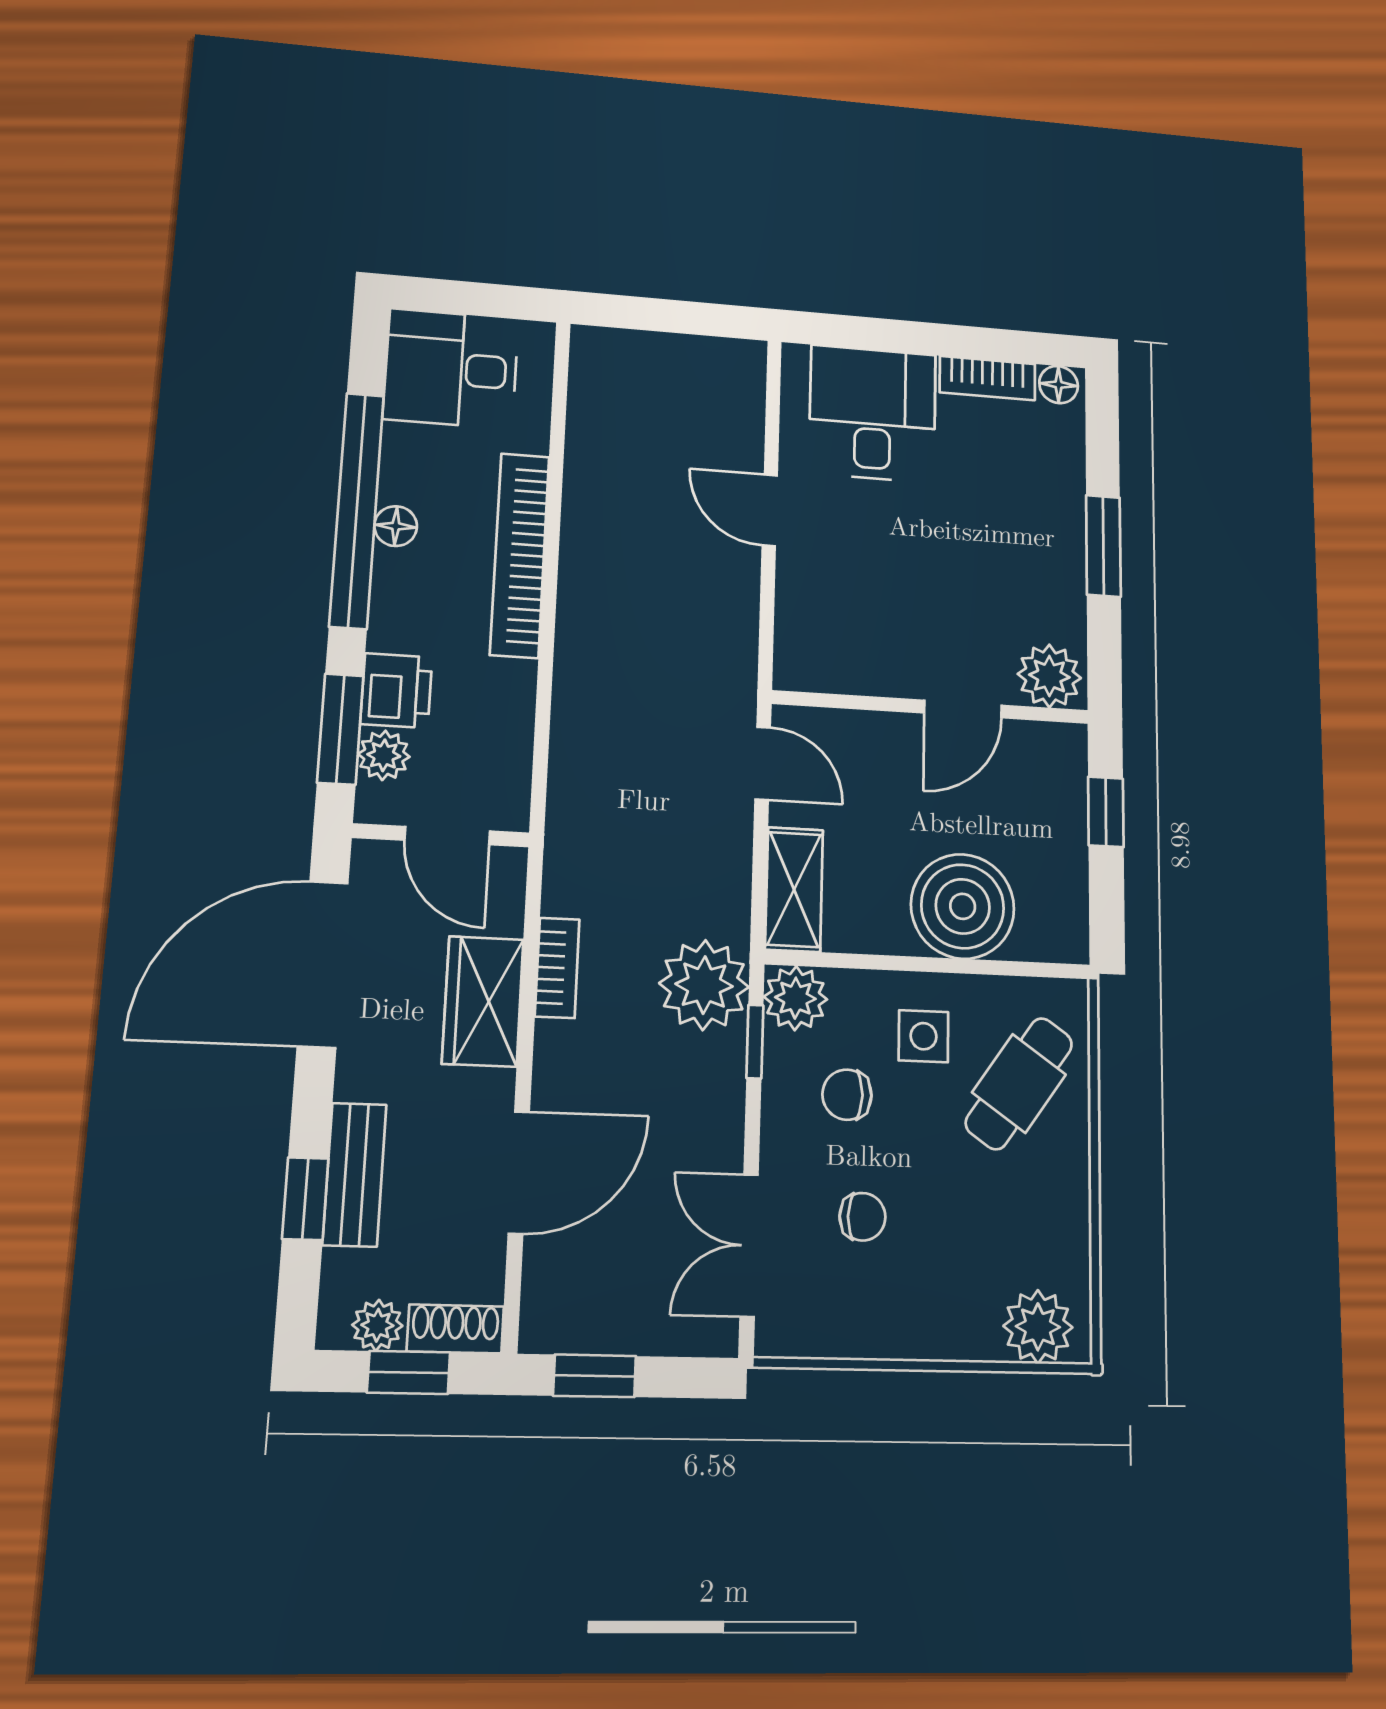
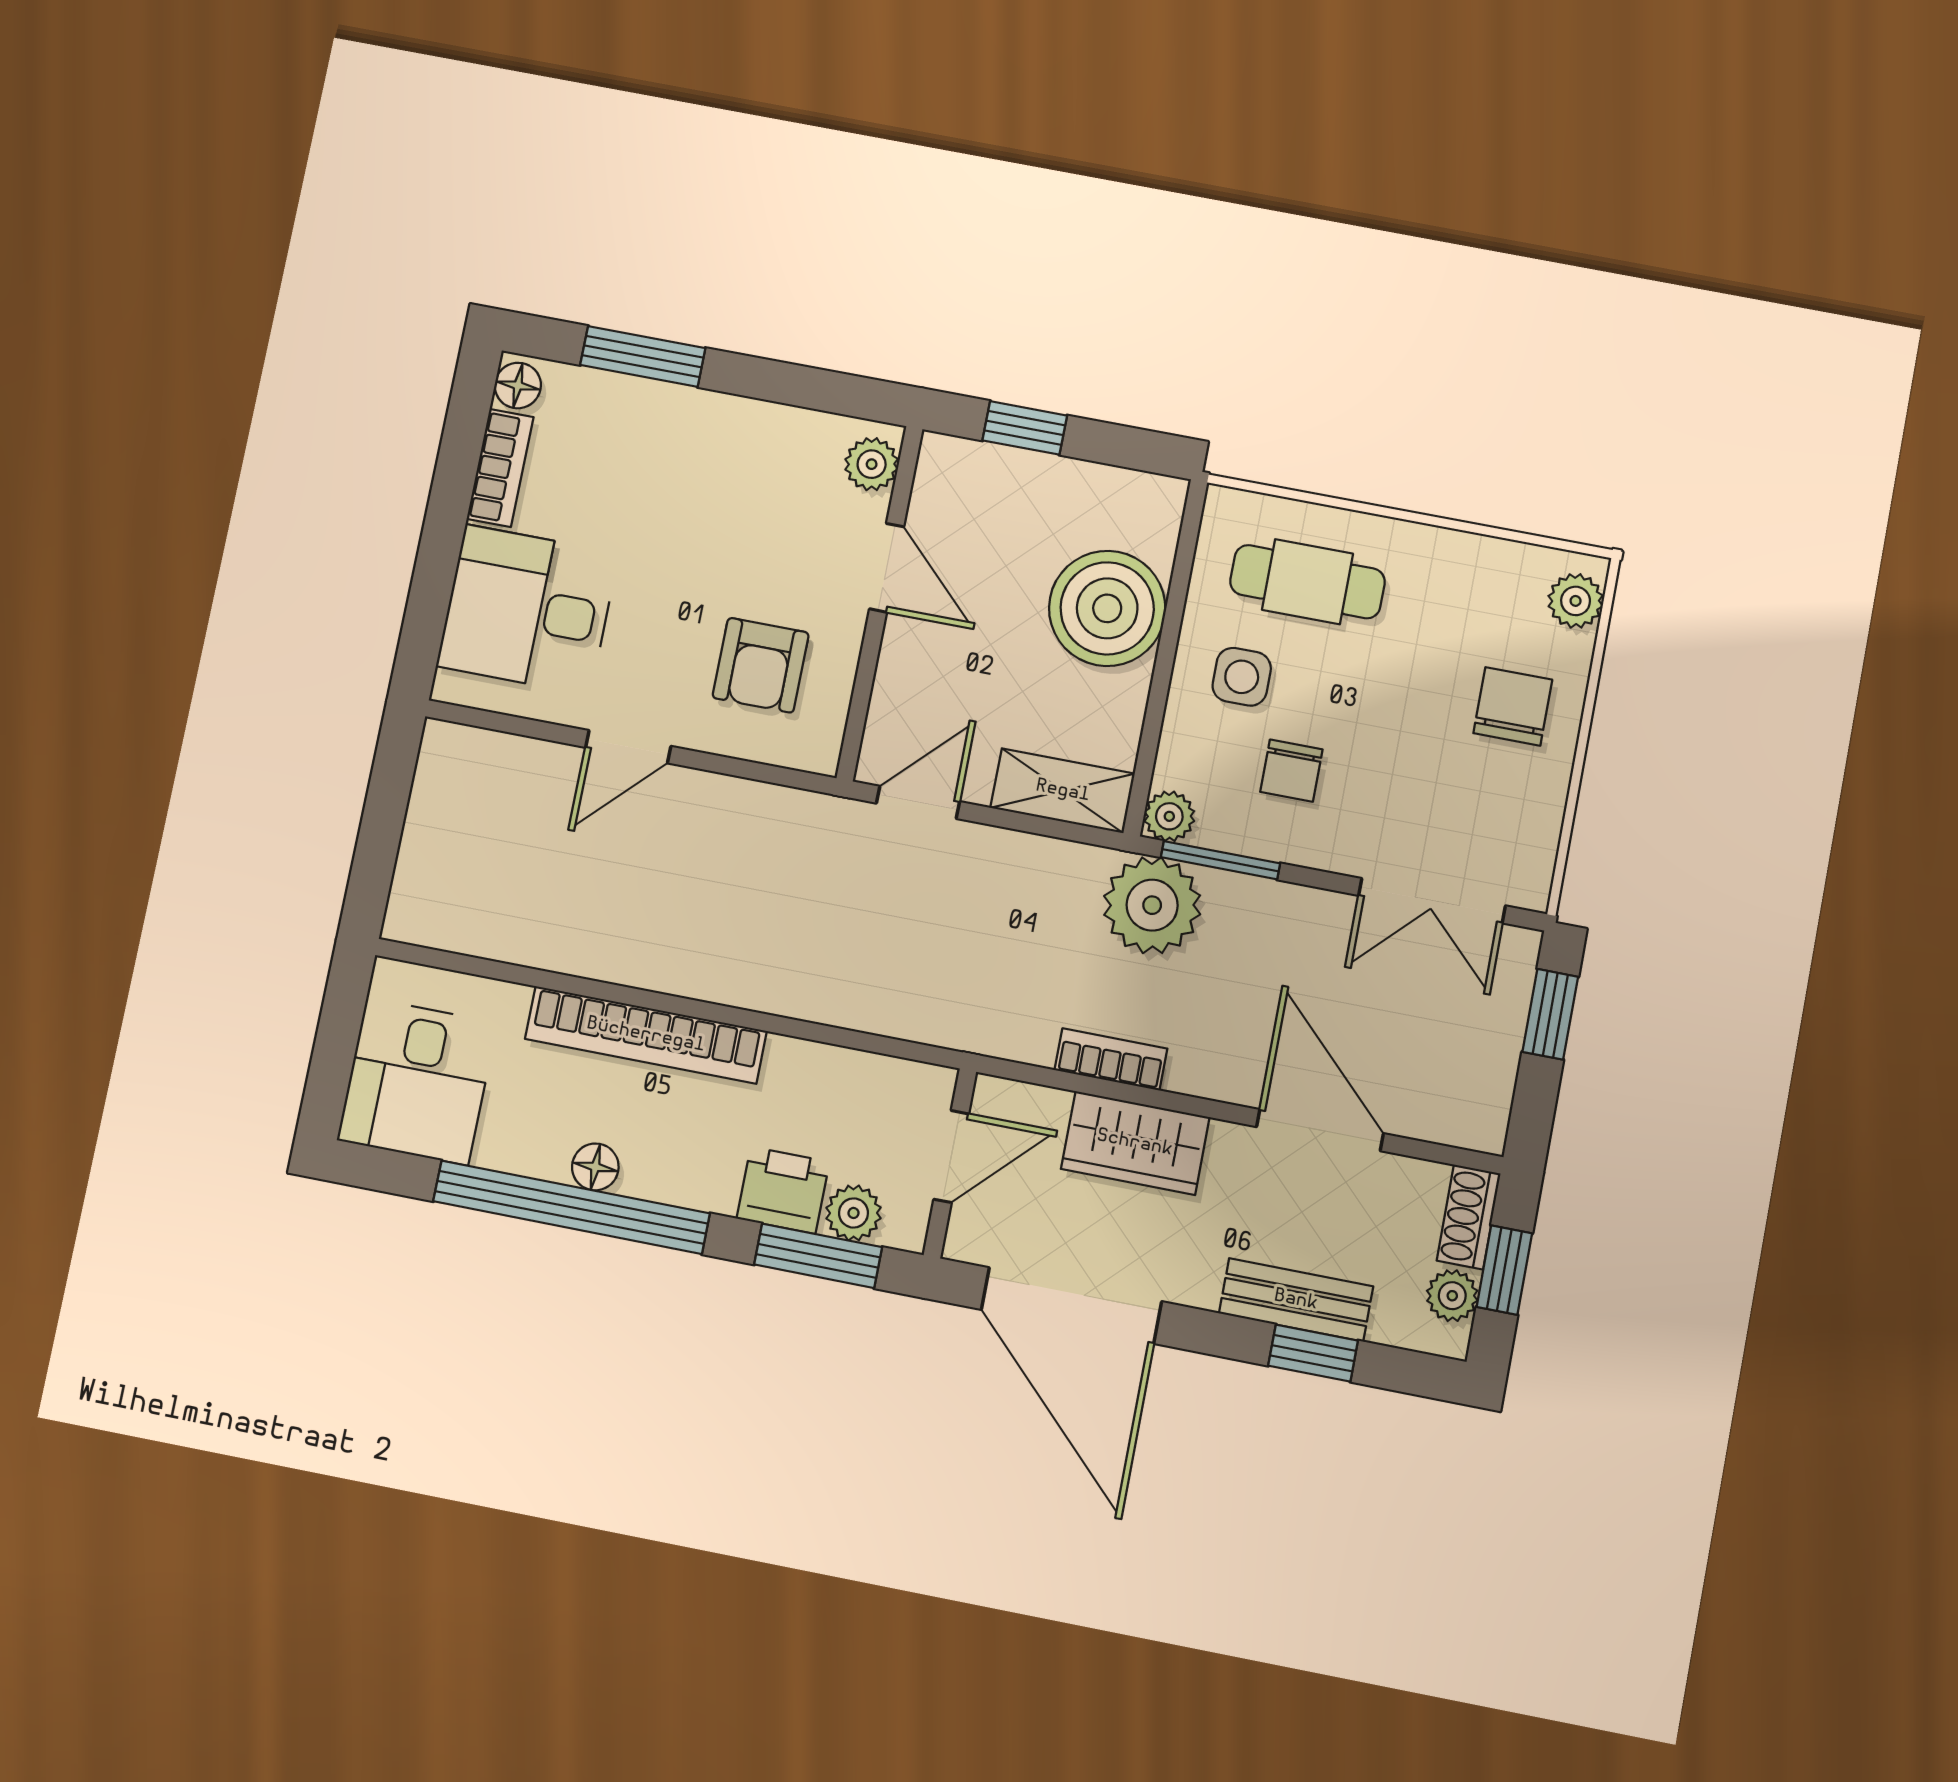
window: (1103, 546) -> (643, 356), moved
armchair: (859, 613) -> (761, 665), added
plant: (1049, 676) -> (872, 464), width x0.73, depth x0.73
plant: (795, 998) -> (1169, 816), width x0.73, depth x0.73
window: (755, 1042) -> (1220, 860), width x1.50
cafe table: (1019, 1083) -> (1307, 582), turned -35
chair: (862, 1217) -> (1513, 706), moved, width x1.37, depth x1.37
plant: (1038, 1327) -> (1576, 601), width x0.73, depth x0.73
window: (595, 1376) -> (1550, 1014), moved

